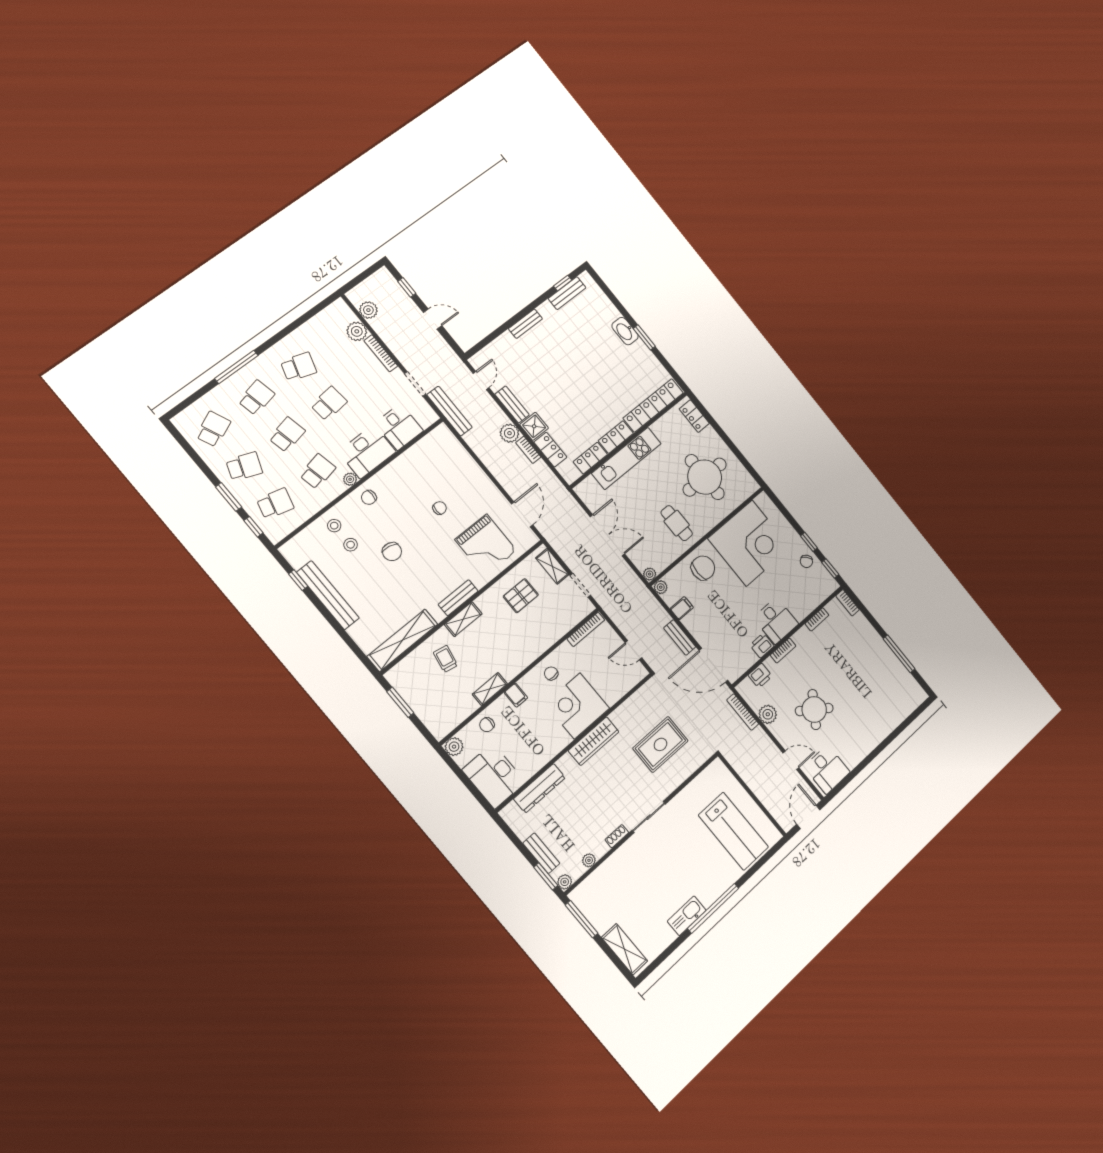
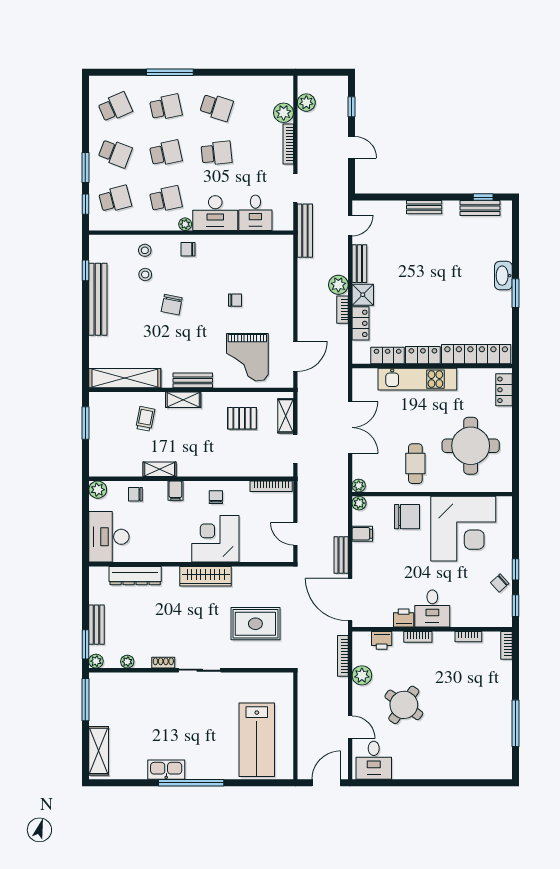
school desk: (275, 504) -> (115, 199), turned -30

